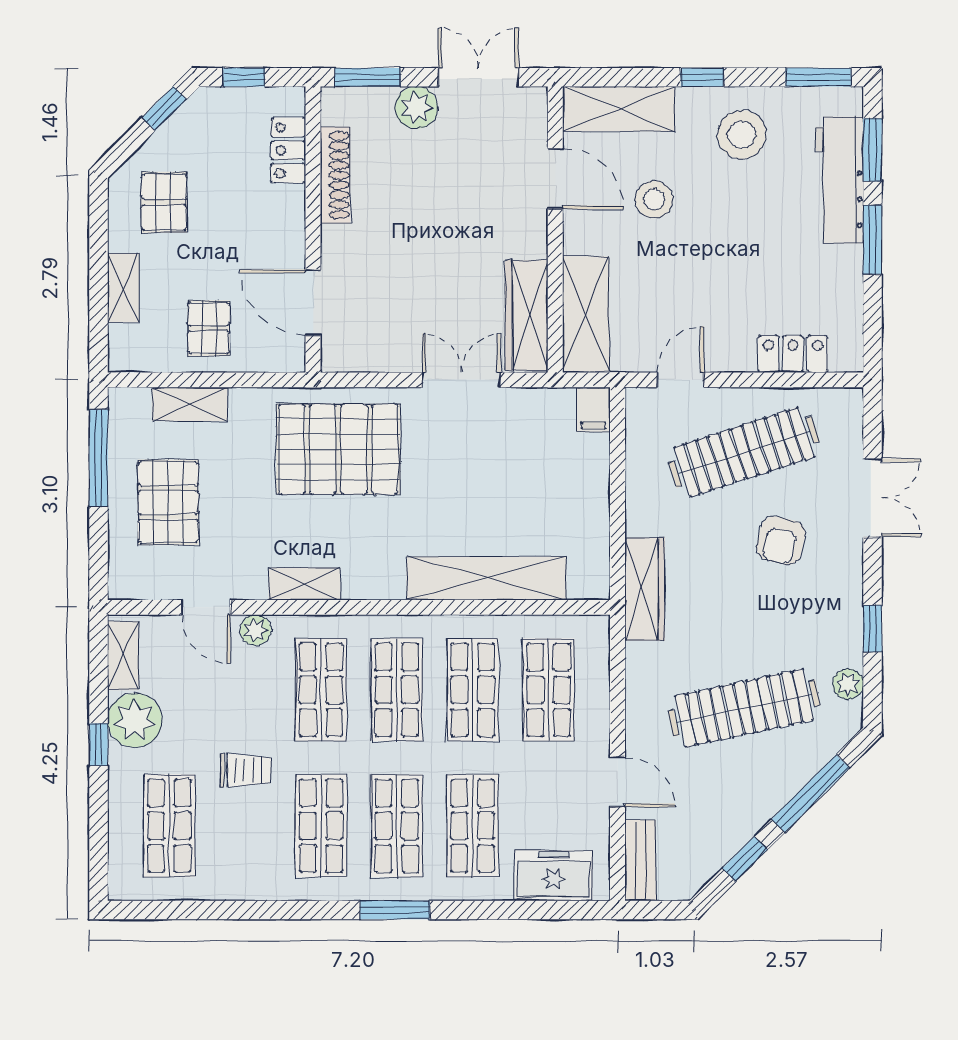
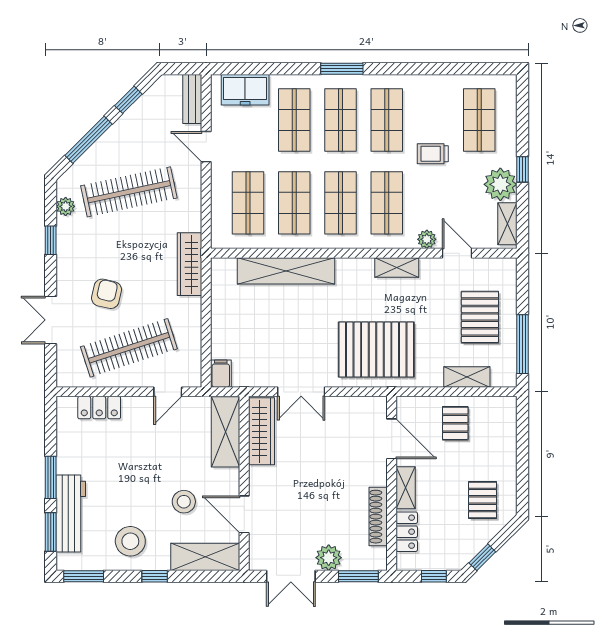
shelving: (123, 288) -> (406, 488), moved

